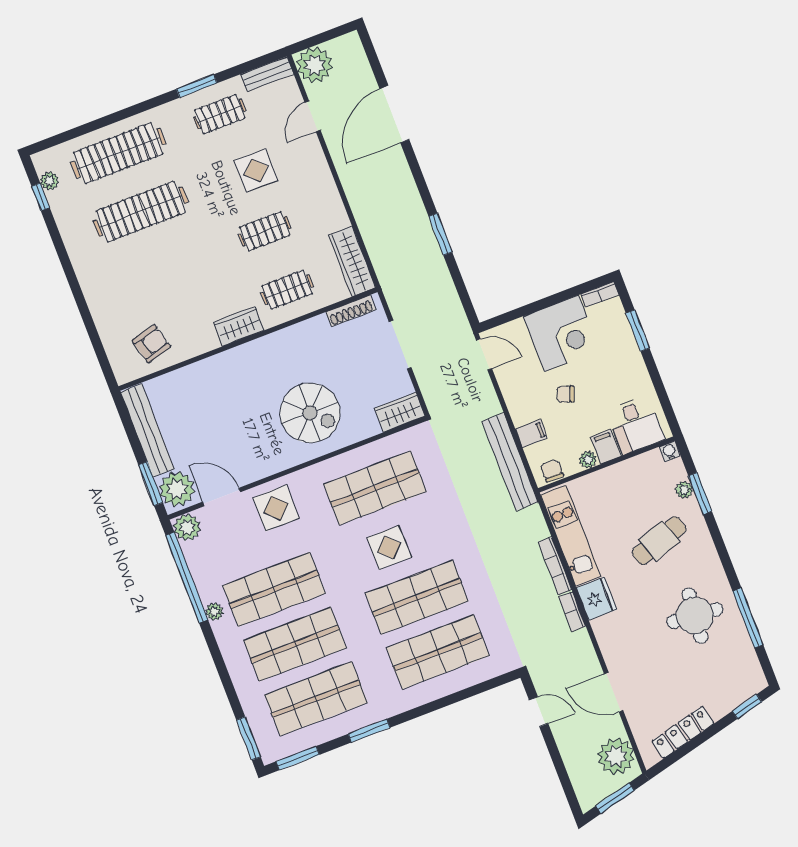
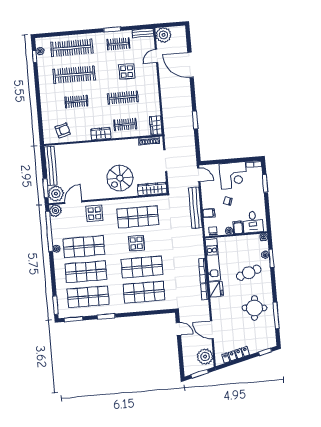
door: (394, 114) -> (191, 65), hinge flipped
clothes rail: (265, 231) -> (123, 98), width x1.36
wardrobe: (352, 261) -> (156, 125), width x0.67
clothes rail: (163, 270) -> (76, 101), added
wardrobe: (400, 412) -> (152, 189), width x1.50
spiral stairs: (310, 413) -> (120, 178), turned 90
bench: (510, 462) -> (195, 208), moved
door: (222, 497) -> (73, 202), hinge flipped

